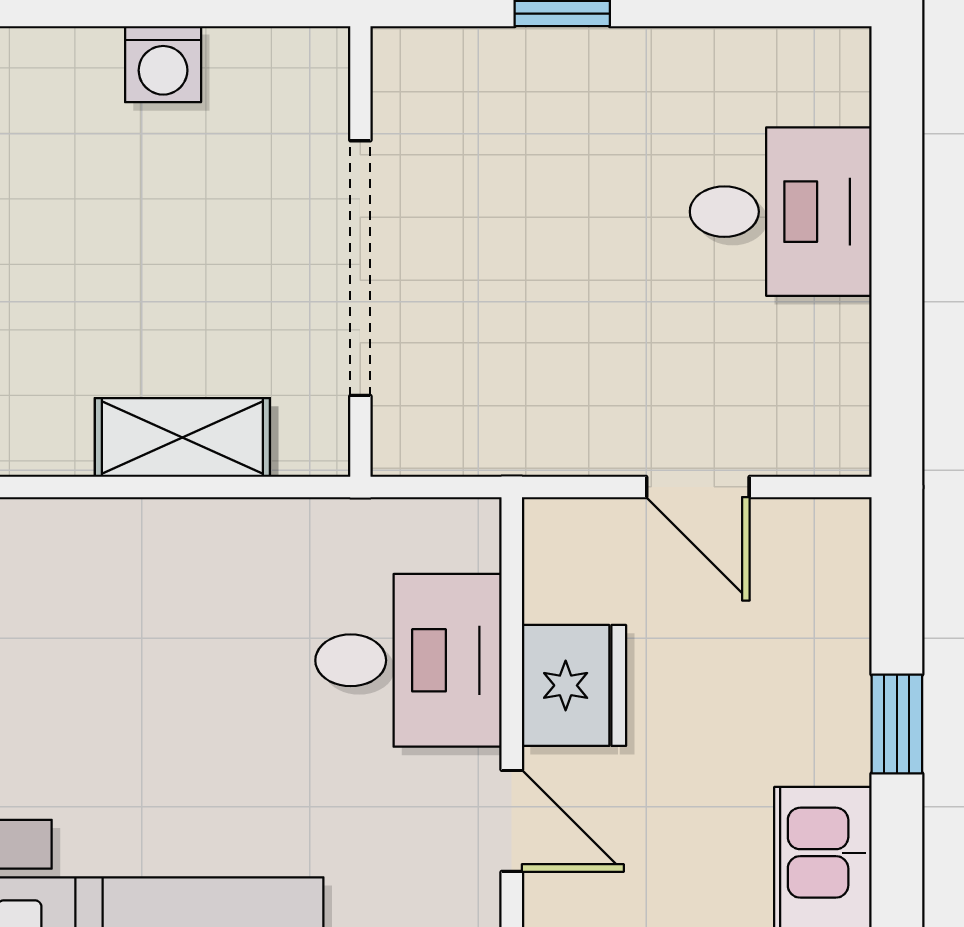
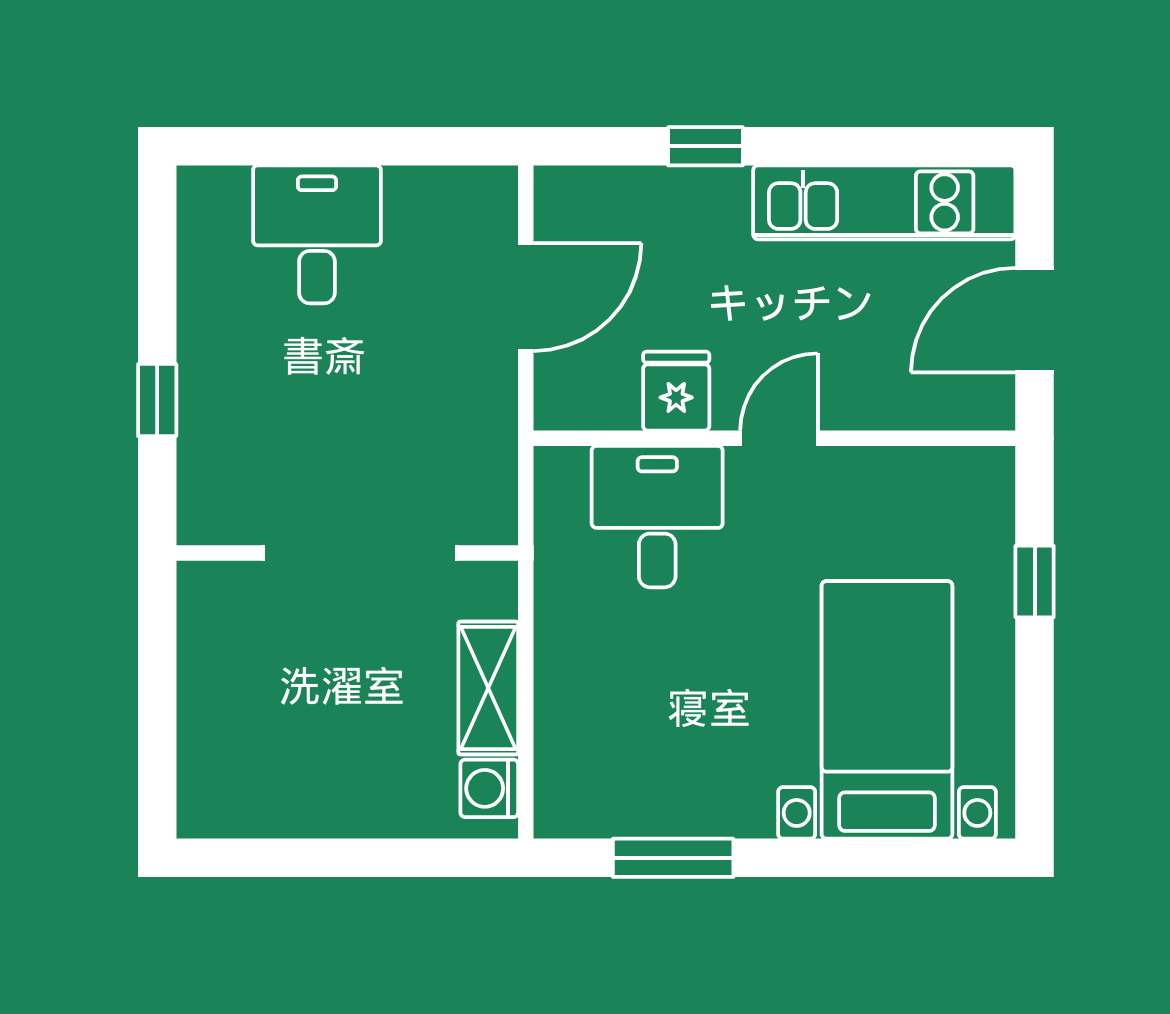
washing machine: (163, 64) -> (489, 788), moved, turned 180
door: (698, 487) -> (526, 297), width x1.37
fridge: (574, 685) -> (676, 391), width x0.72

